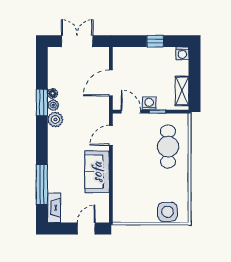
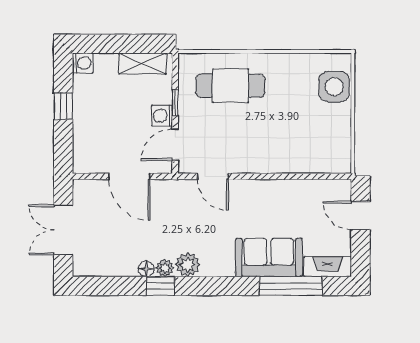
window: (42, 102) -> (160, 286), width x0.67
sofa: (97, 172) -> (269, 257), moved, turned 180

